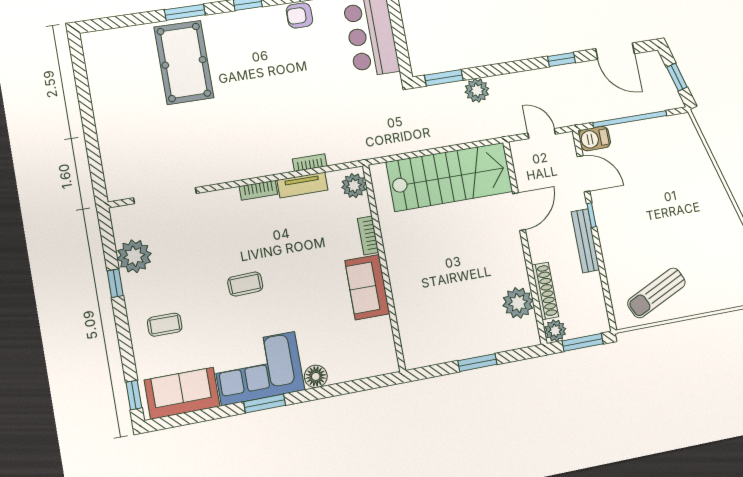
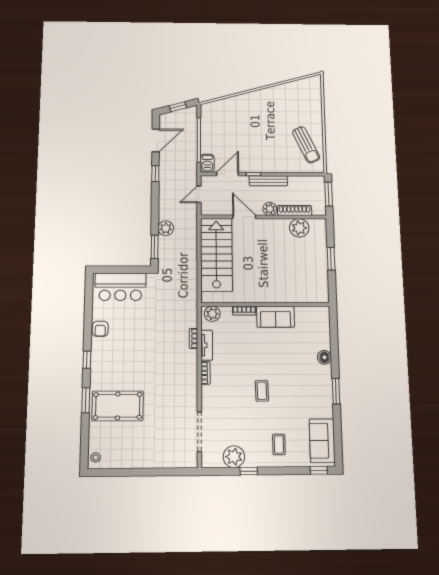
stool: (99, 42) -> (96, 457), added
plant: (555, 331) -> (270, 209), moved
corner sofa: (258, 368) -> (314, 391), removed

